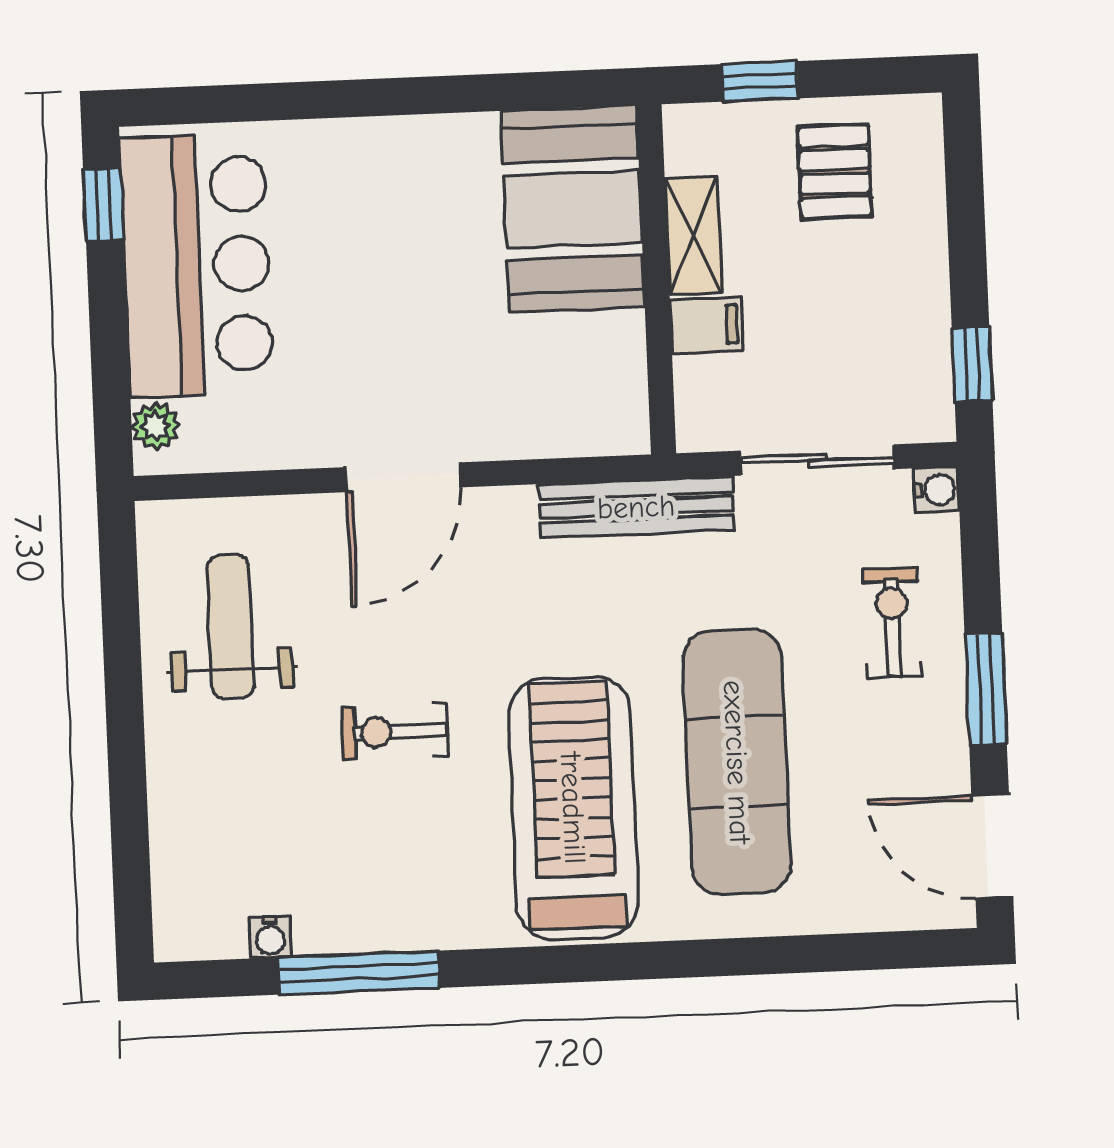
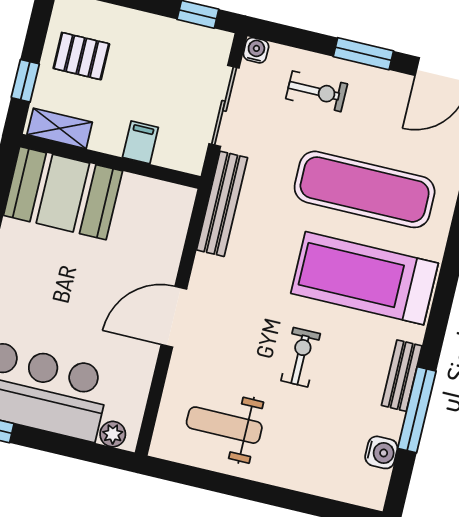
shelving: (693, 235) -> (60, 128), moved
door: (403, 477) -> (174, 317), swing flipped
exercise bike: (892, 623) -> (317, 91), turned 180
exercise bike: (395, 732) -> (301, 357), turned 180
bench: (414, 927) -> (402, 376), added
water cooler: (270, 937) -> (381, 452), width x1.38, depth x1.38

